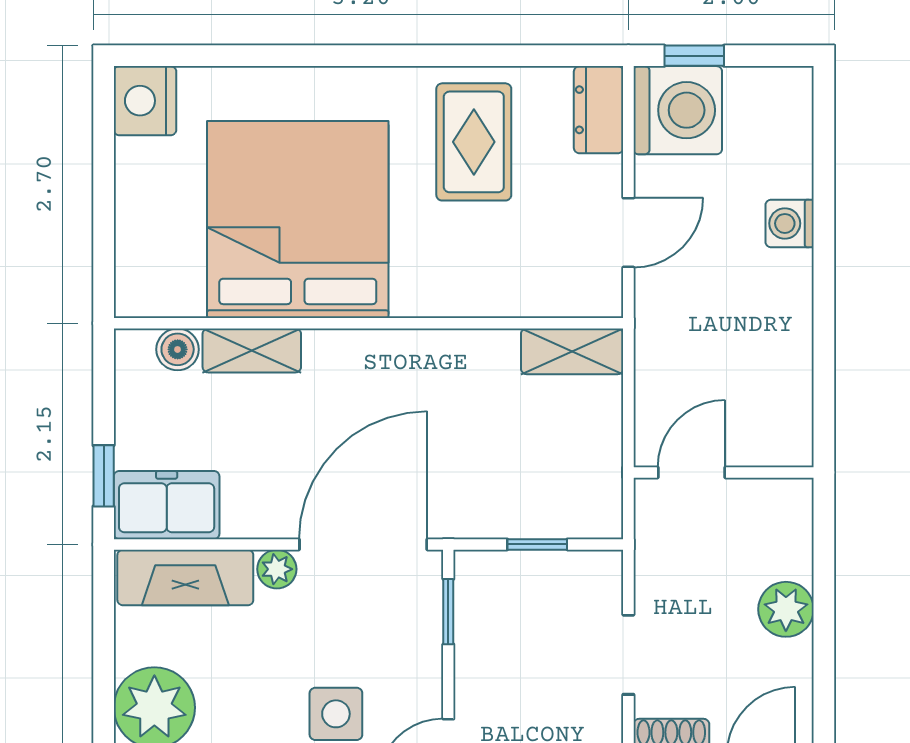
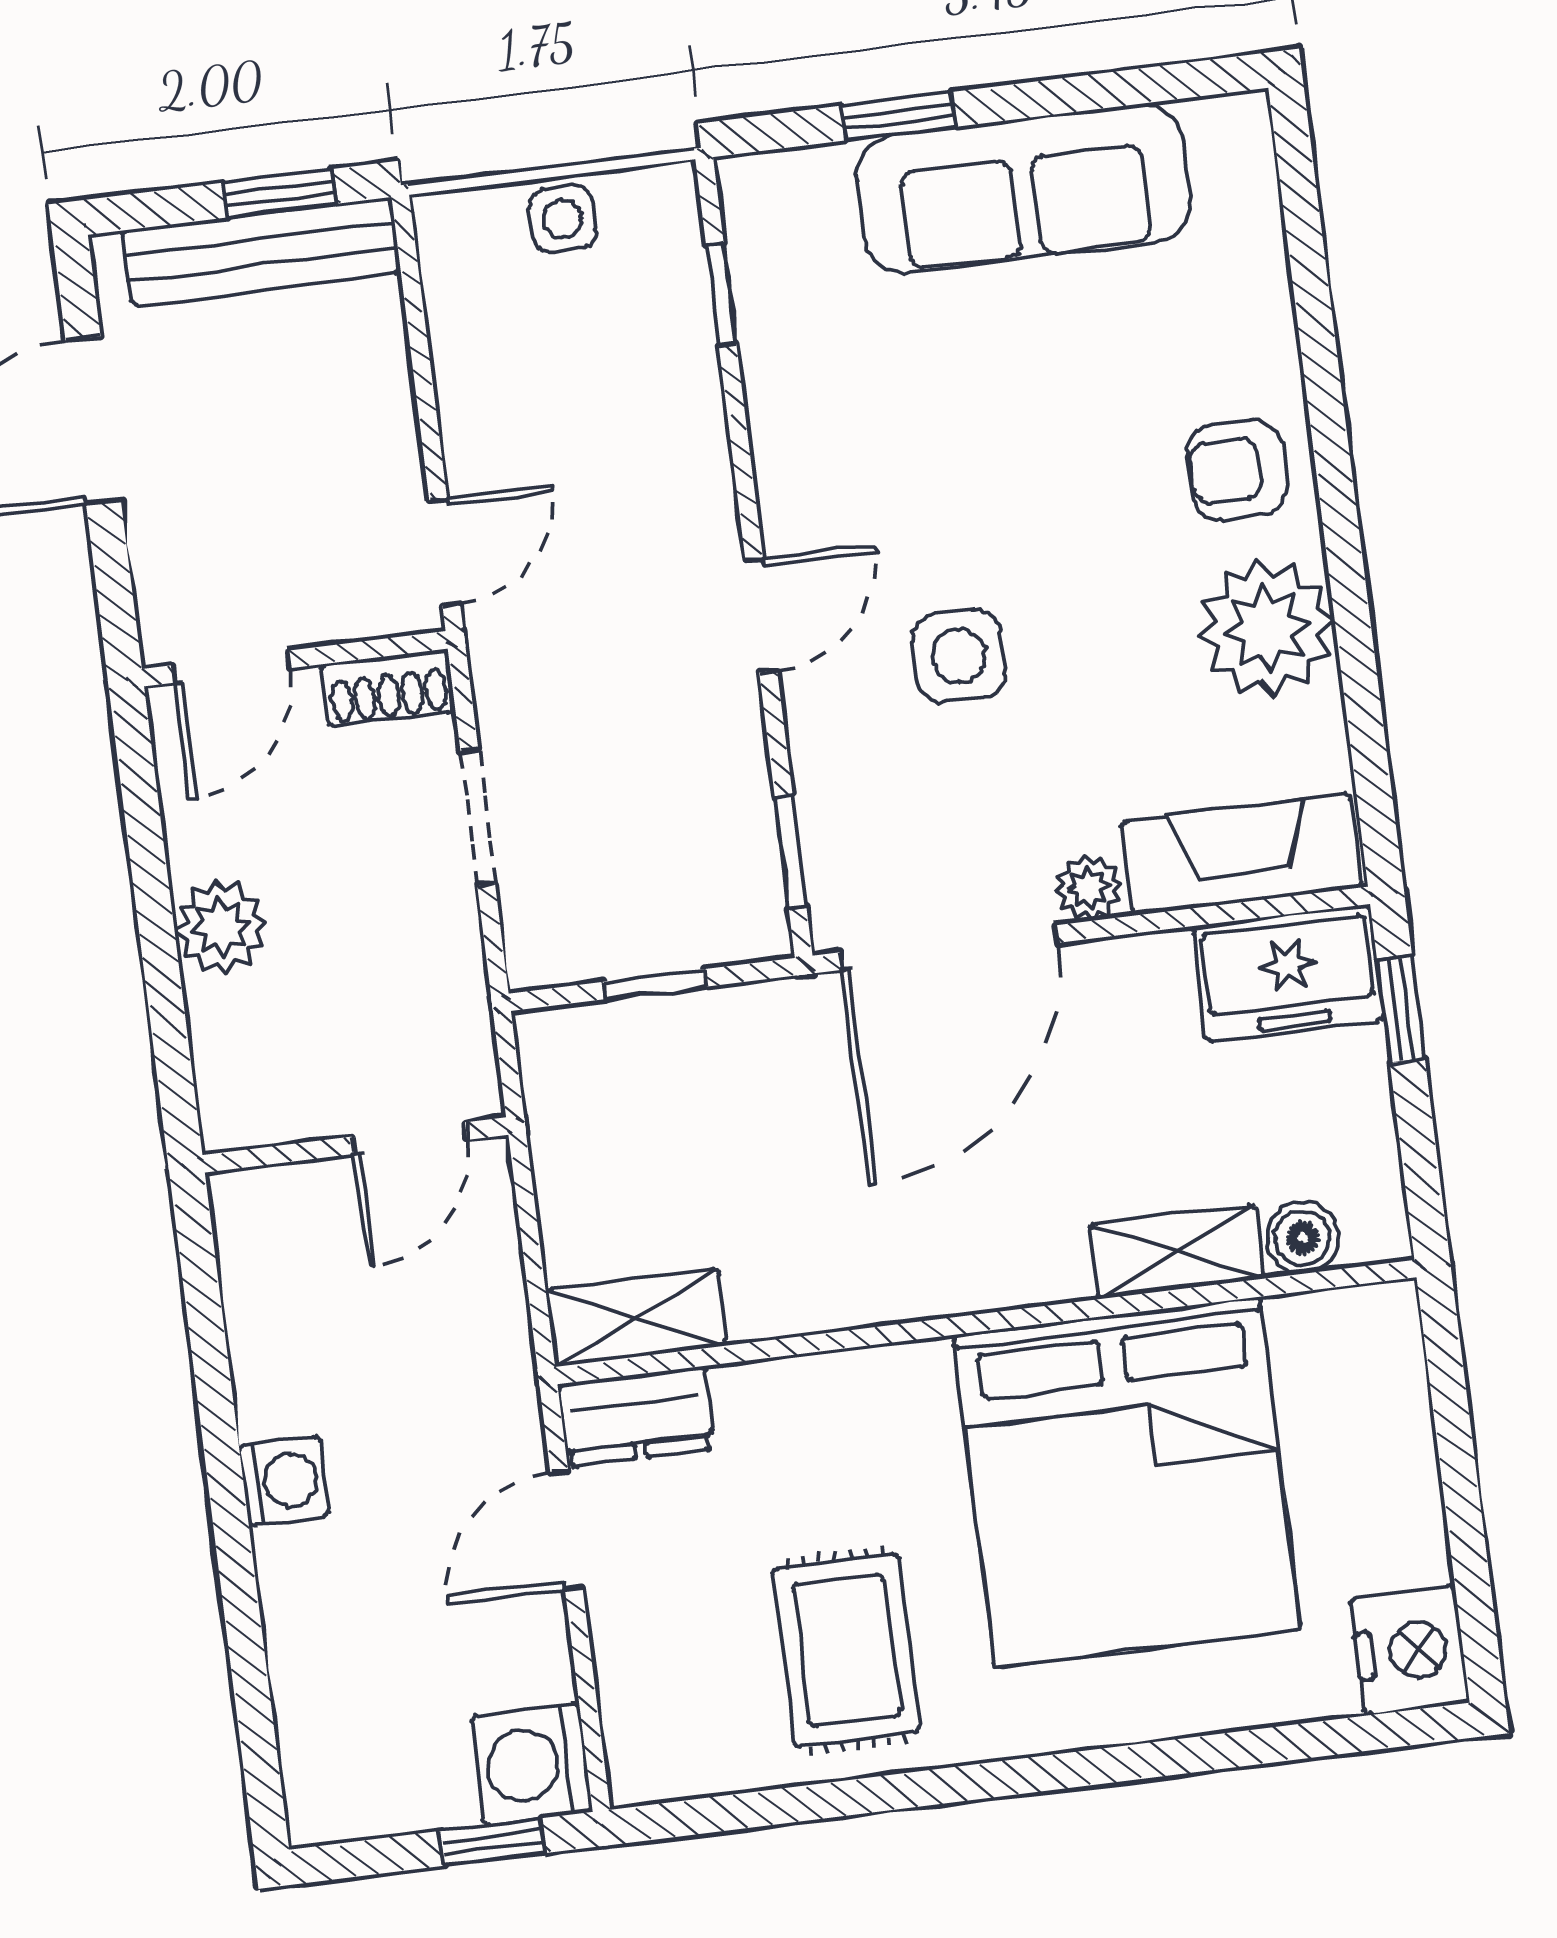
dresser: (599, 110) -> (636, 1417), moved, turned 90
washing machine: (678, 110) -> (532, 1764), width x0.73, depth x0.73
washing machine: (790, 223) -> (284, 1481), moved

